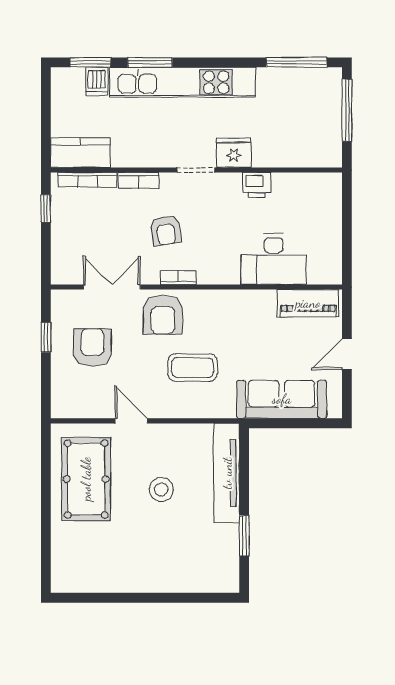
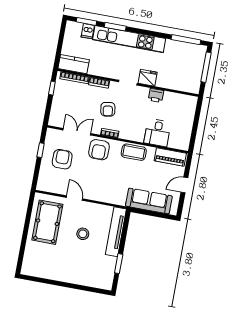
desk: (274, 259) -> (157, 133), width x0.73
coffee table: (192, 368) -> (134, 152), moved

